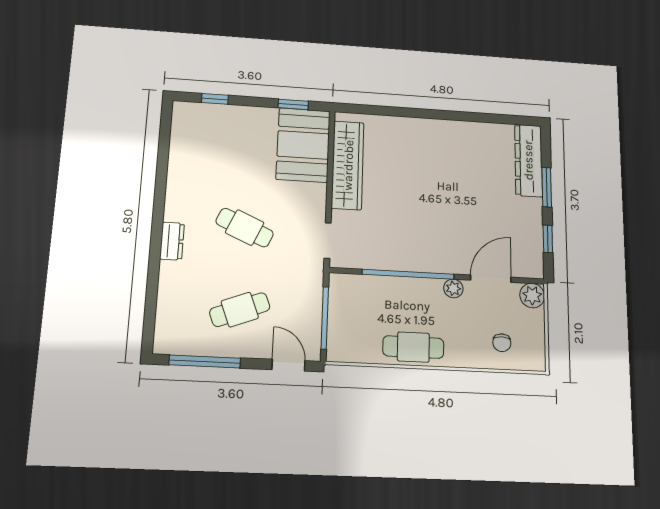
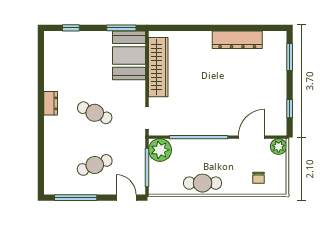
window: (293, 104) -> (121, 28), width x1.50
dresser: (528, 160) -> (237, 40), moved, turned -90
window: (547, 187) -> (290, 57), moved
dresser: (172, 241) -> (51, 103), moved
plant: (453, 288) -> (160, 150), moved, width x1.88, depth x1.88

